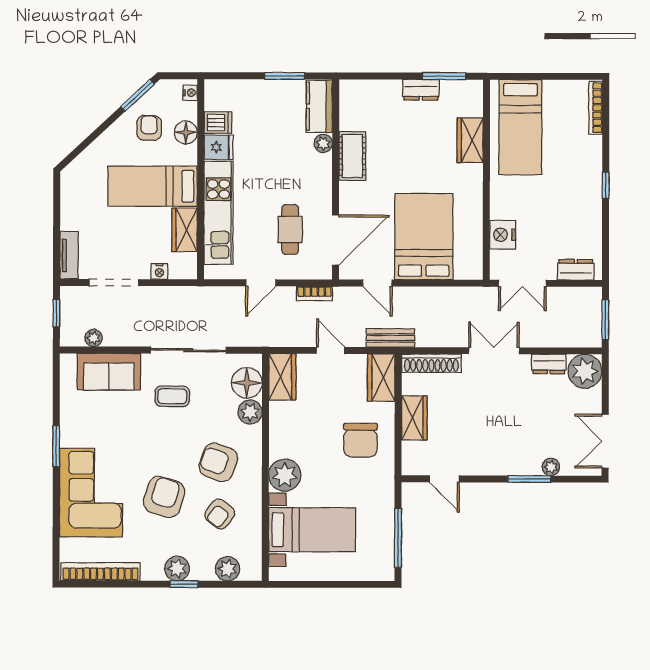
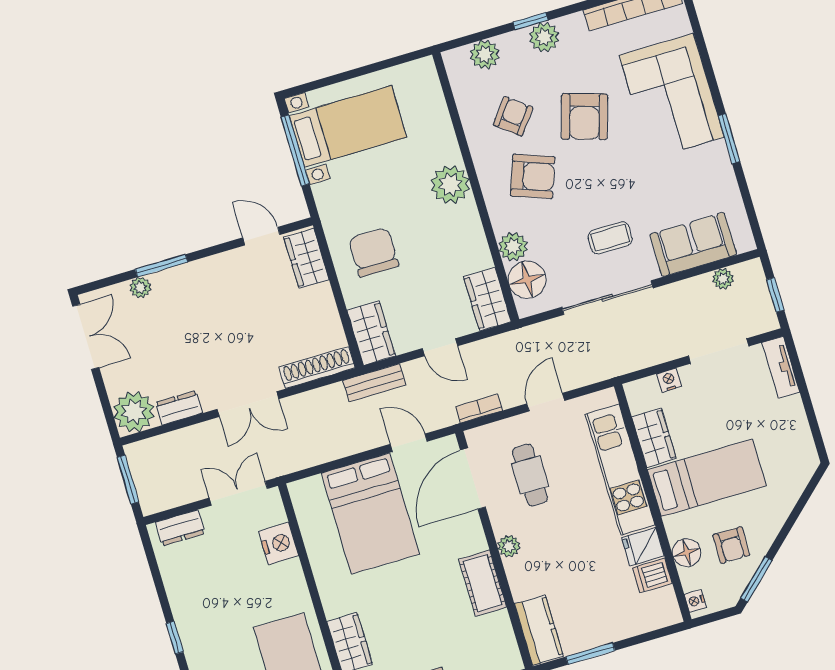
plant: (323, 143) -> (509, 546), moved
wardrobe: (414, 418) -> (307, 258), moved
bed with nightstands: (312, 530) -> (348, 126), moved, turned 180

